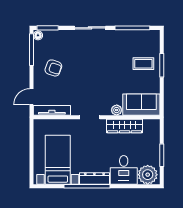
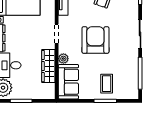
armchair: (97, 76) -> (95, 40), added

